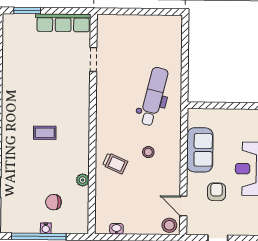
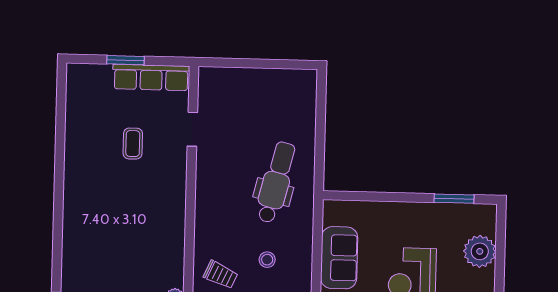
window: (27, 10) -> (125, 60), moved
coffee table: (45, 133) -> (133, 144), moved, turned 90

